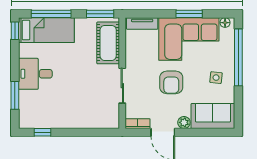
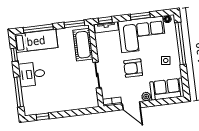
window: (142, 14) -> (105, 20), added
window: (15, 31) -> (14, 55), moved
armchair: (171, 82) -> (133, 68), turned 90
window: (15, 95) -> (19, 92), width x1.44

